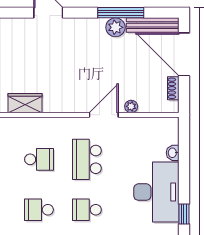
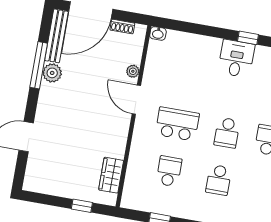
washbasin: (173, 153) -> (158, 33), moved
school desk: (87, 159) -> (177, 124), turned 180
desk: (156, 192) -> (236, 59), width x0.53, depth x0.77

